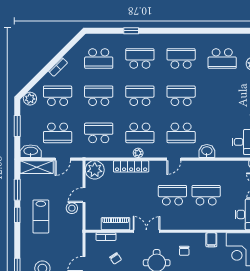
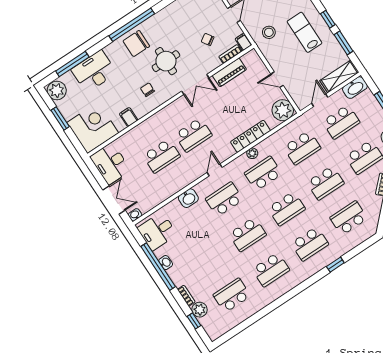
school desk: (58, 133) -> (341, 122), turned 180
door: (84, 195) -> (277, 80), swing flipped
stool: (72, 208) -> (269, 32), moved
filing cabinet: (90, 239) -> (244, 42), added

